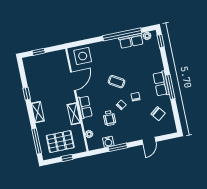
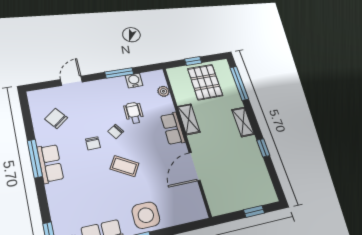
side table: (83, 56) -> (146, 215), moved
pallet: (60, 142) -> (205, 82), turned 90

